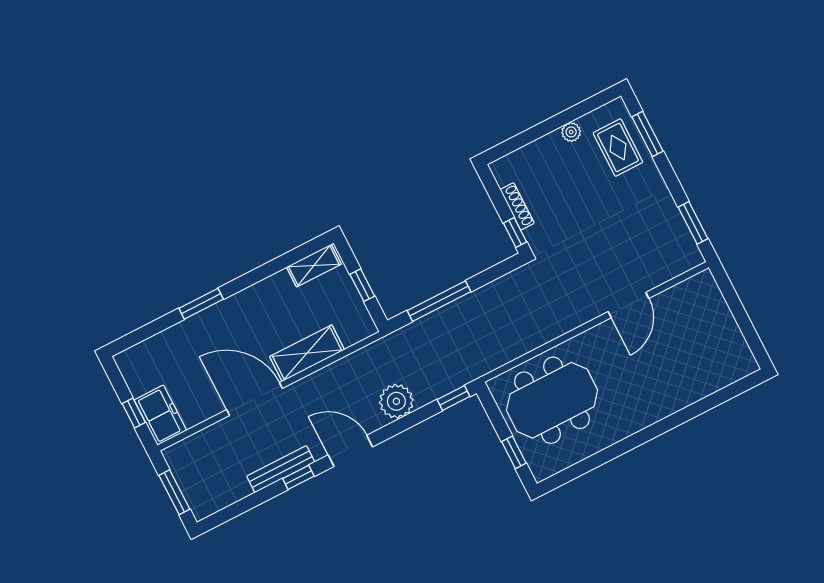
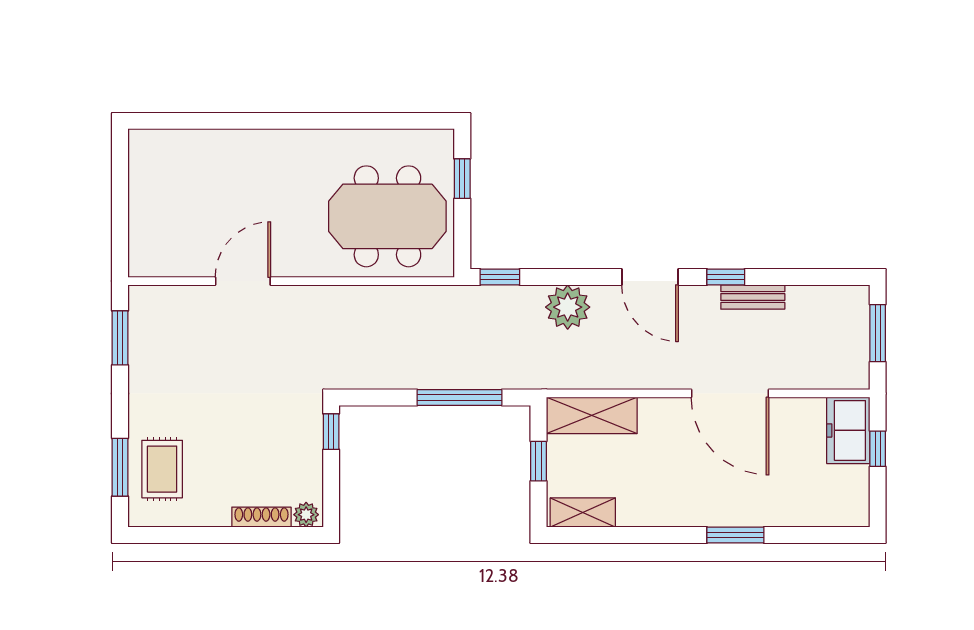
plant: (571, 132) -> (306, 515), moved
shoe rack: (517, 206) -> (261, 517), moved, turned 90
shelving: (307, 353) -> (592, 415), moved
bench: (281, 469) -> (753, 297), width x0.73

